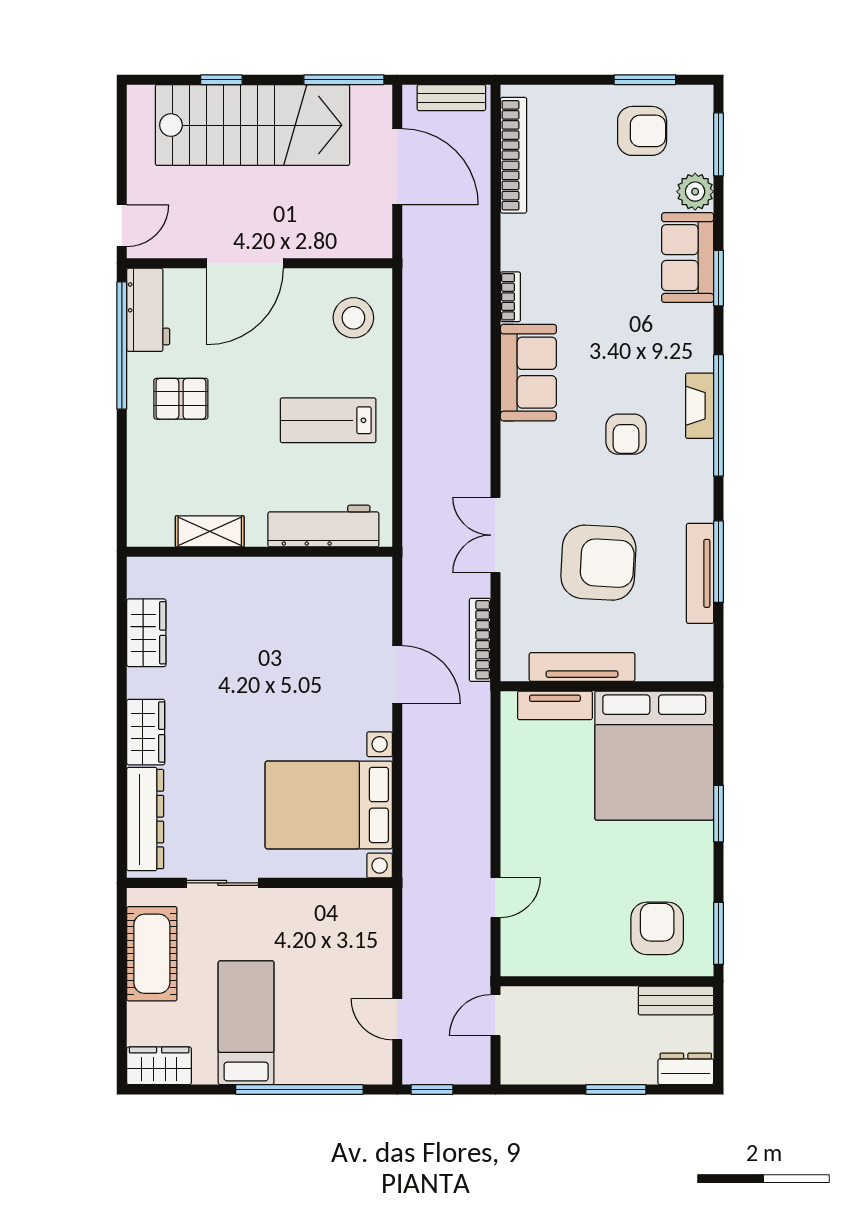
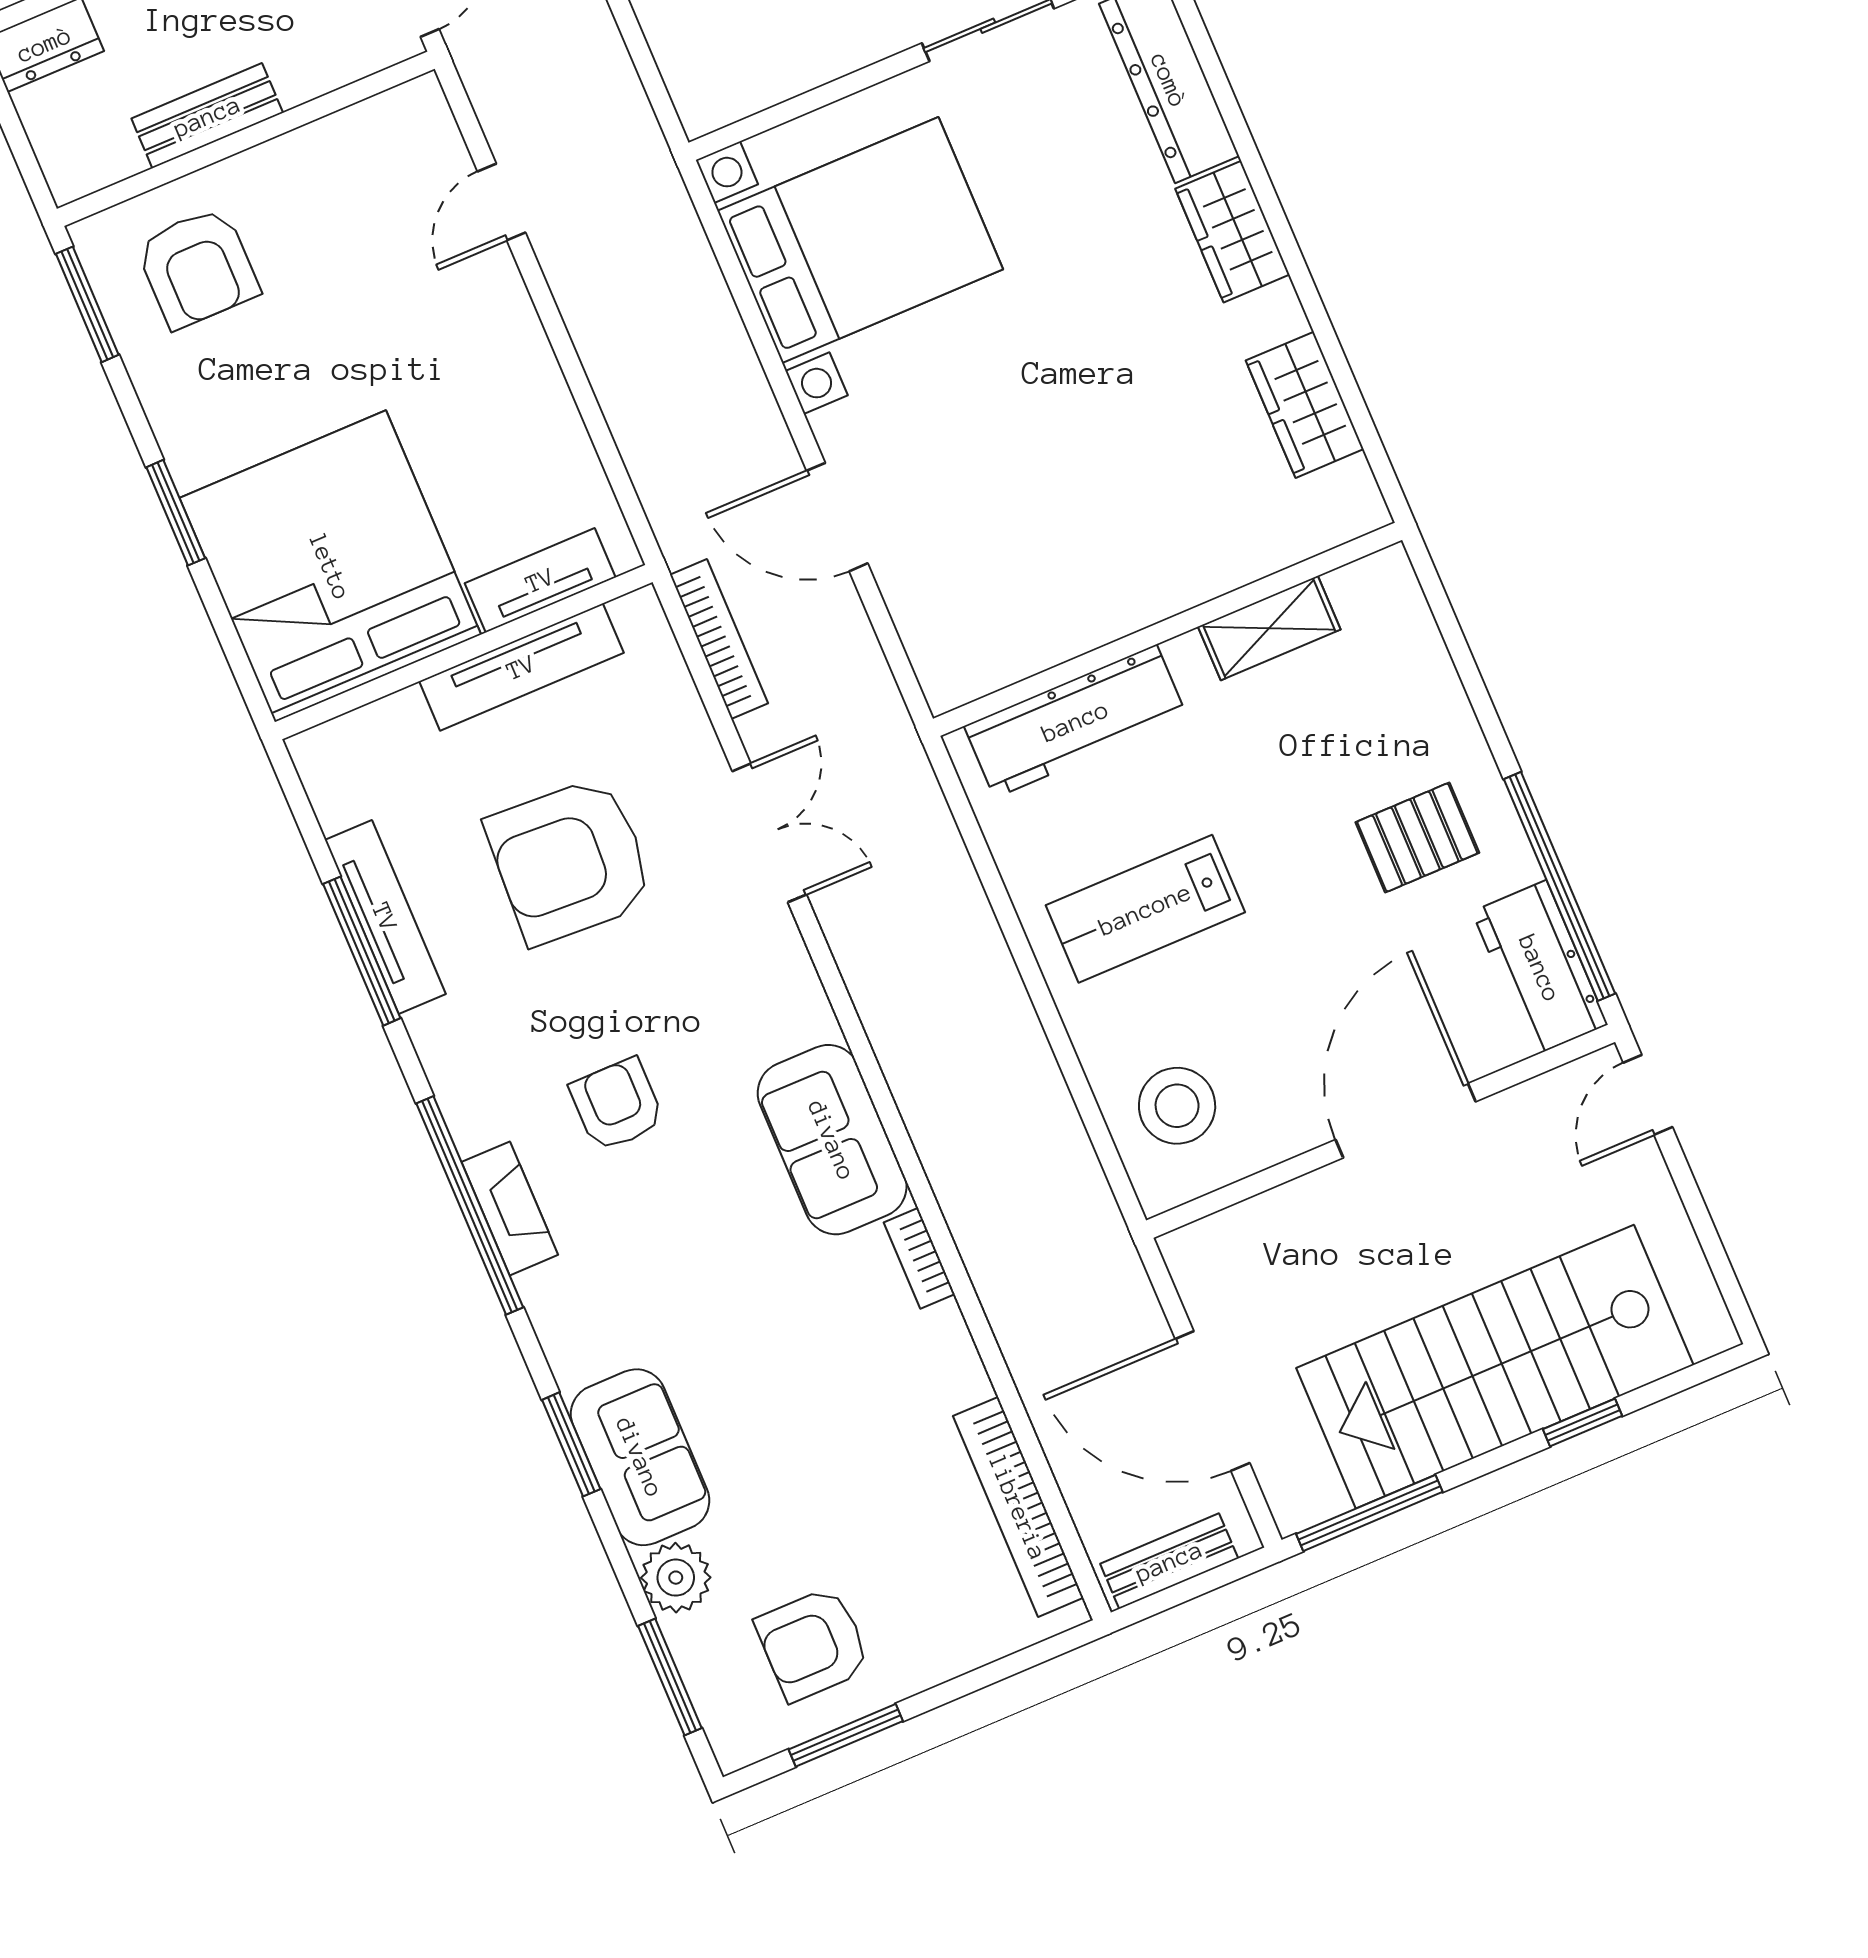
lab bench: (328, 420) -> (1145, 909), turned 180
bench: (676, 1001) -> (207, 116), moved

